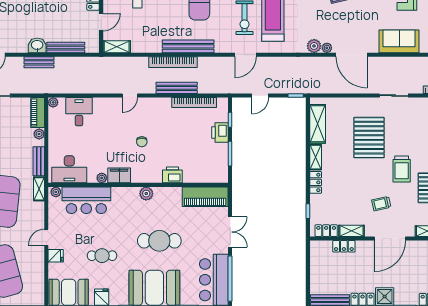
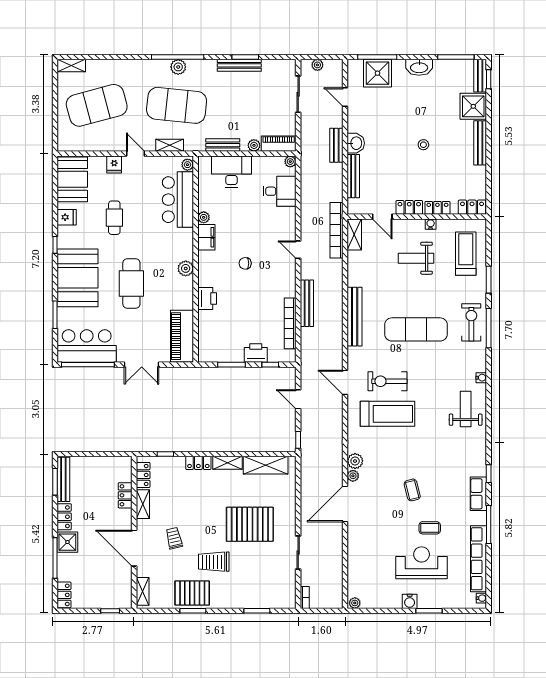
sofa: (399, 41) -> (360, 559), removed
bookcase: (173, 62) -> (337, 230), moved
desk: (69, 169) -> (231, 172), moved, turned 90
shelving: (39, 189) -> (170, 145), moved

